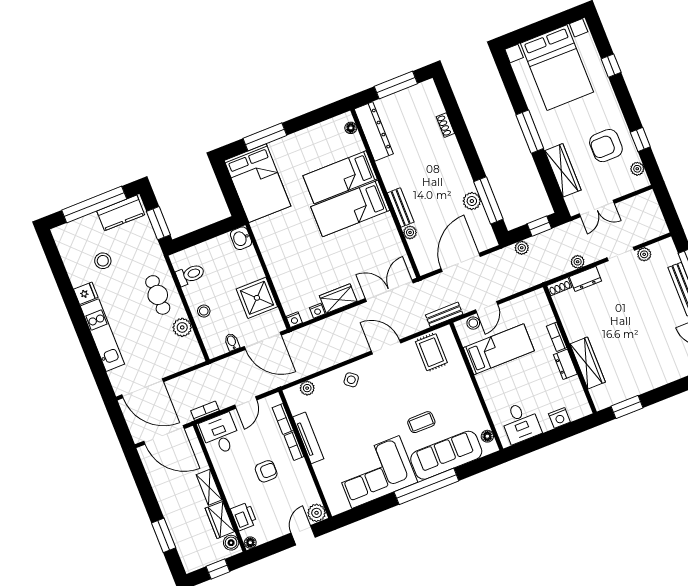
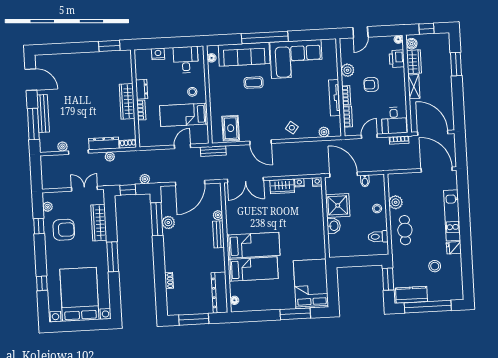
washbasin: (241, 238) -> (334, 226), moved
dresser: (585, 279) -> (104, 143), width x1.44
stool: (473, 323) -> (192, 92), moved
wardrobe: (588, 363) -> (127, 101), moved
plant: (317, 513) -> (347, 70), moved

